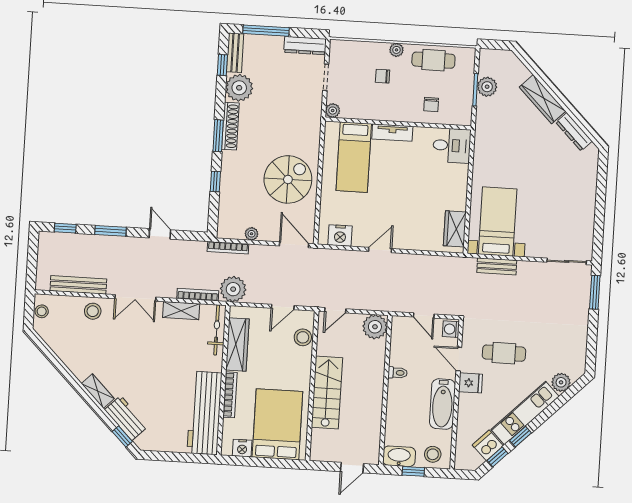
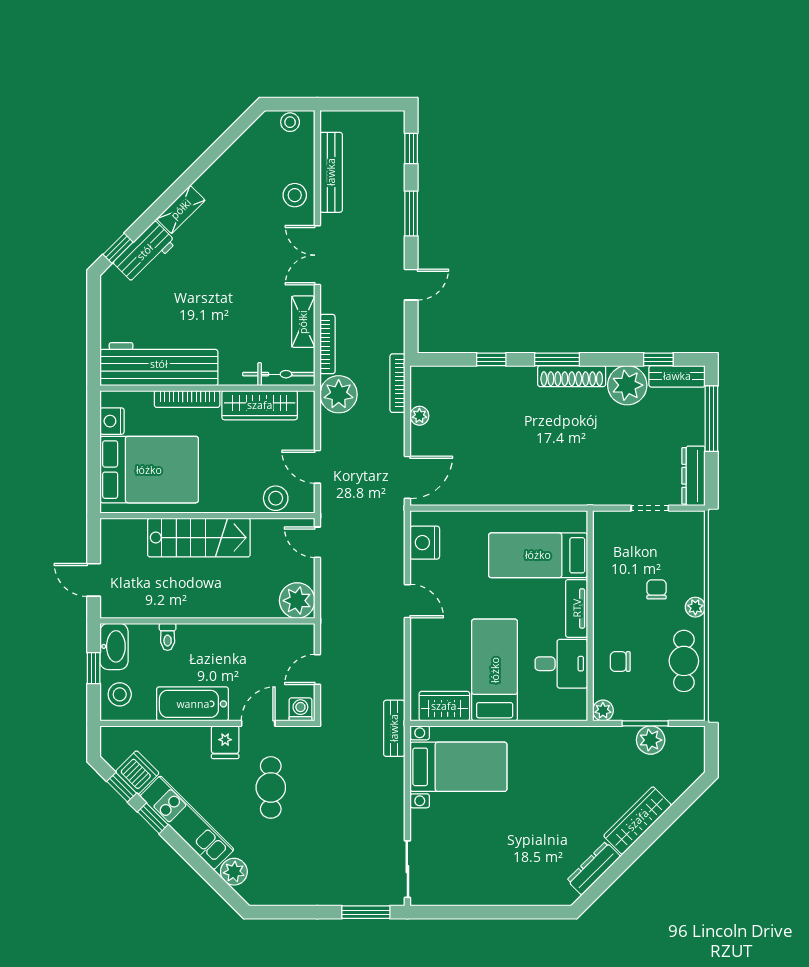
plant: (333, 111) -> (603, 710), moved
desk: (452, 146) -> (561, 664), moved, turned -90
spiral stairs: (288, 179) -> (500, 463), removed
bed: (432, 192) -> (495, 670), added
bench: (497, 266) -> (394, 728), moved
toilet: (398, 373) -> (168, 637), moved

